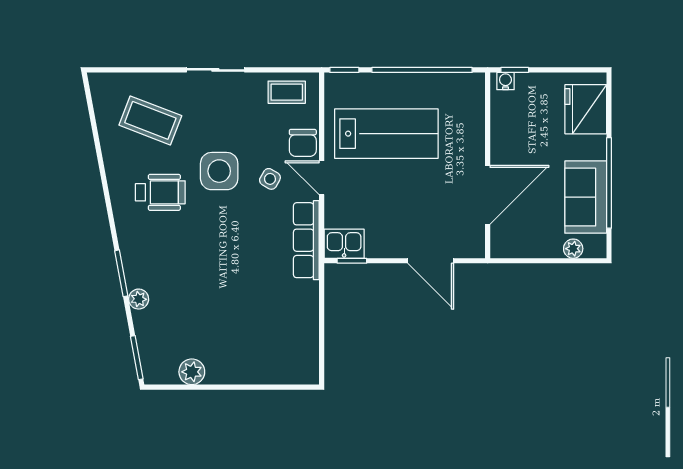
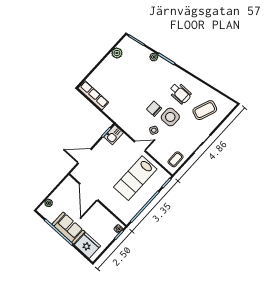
chair: (303, 143) -> (154, 109), moved
wheelchair: (160, 192) -> (180, 93), turned -90
sofa: (586, 197) -> (68, 228), moved
row of seats: (306, 240) -> (93, 95), moved

